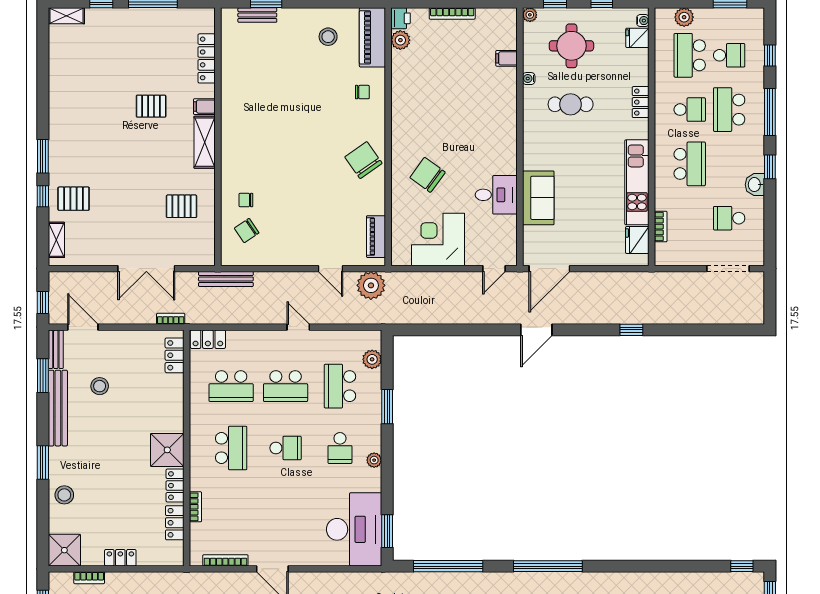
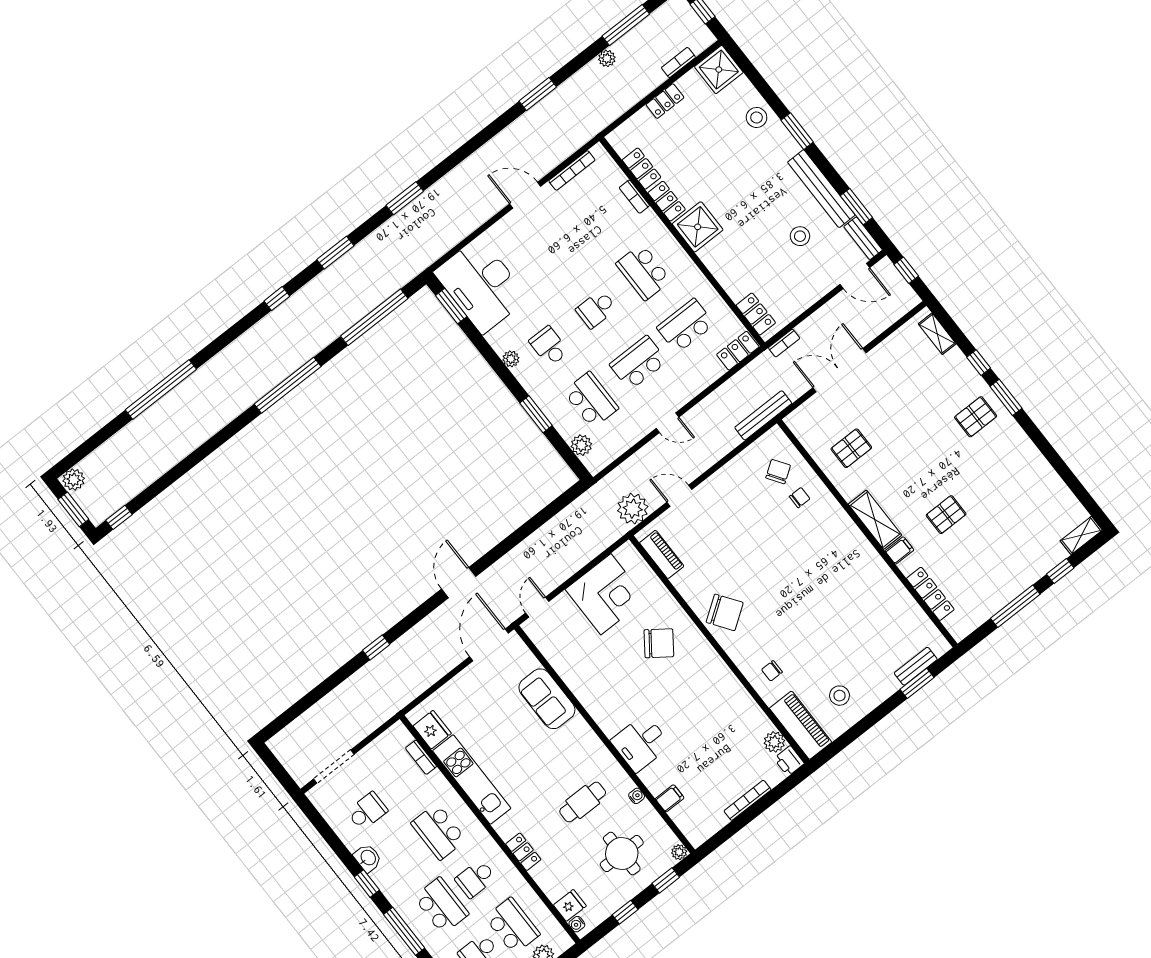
desk: (496, 195) -> (641, 743), moved
pallet: (74, 199) -> (976, 417), moved

